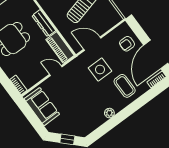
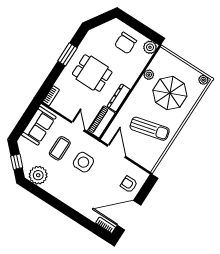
side table: (100, 69) -> (83, 162), moved
coffee table: (125, 86) -> (60, 148), moved
plant: (109, 113) -> (38, 175), moved, width x1.88, depth x1.88

